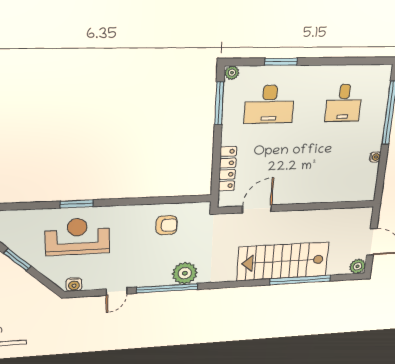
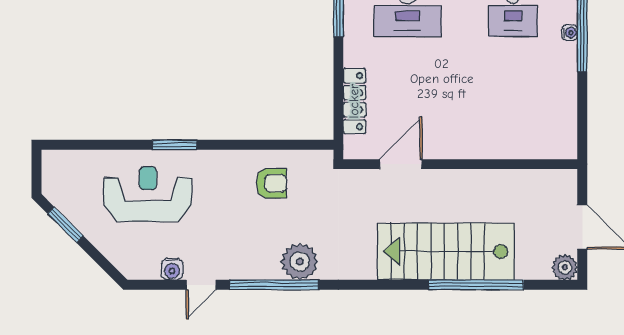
water cooler: (375, 157) -> (570, 33), moved
window: (77, 204) -> (174, 145), moved
water cooler: (74, 285) -> (172, 269), moved

